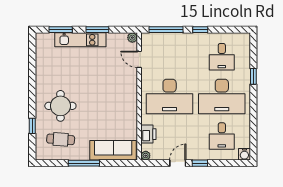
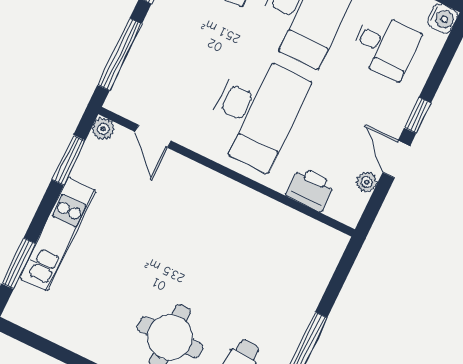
window: (97, 30) -> (69, 160), moved
door: (139, 59) -> (153, 136), hinge flipped
sofa: (113, 150) -> (309, 275), removed
plant: (146, 156) -> (367, 182), moved

